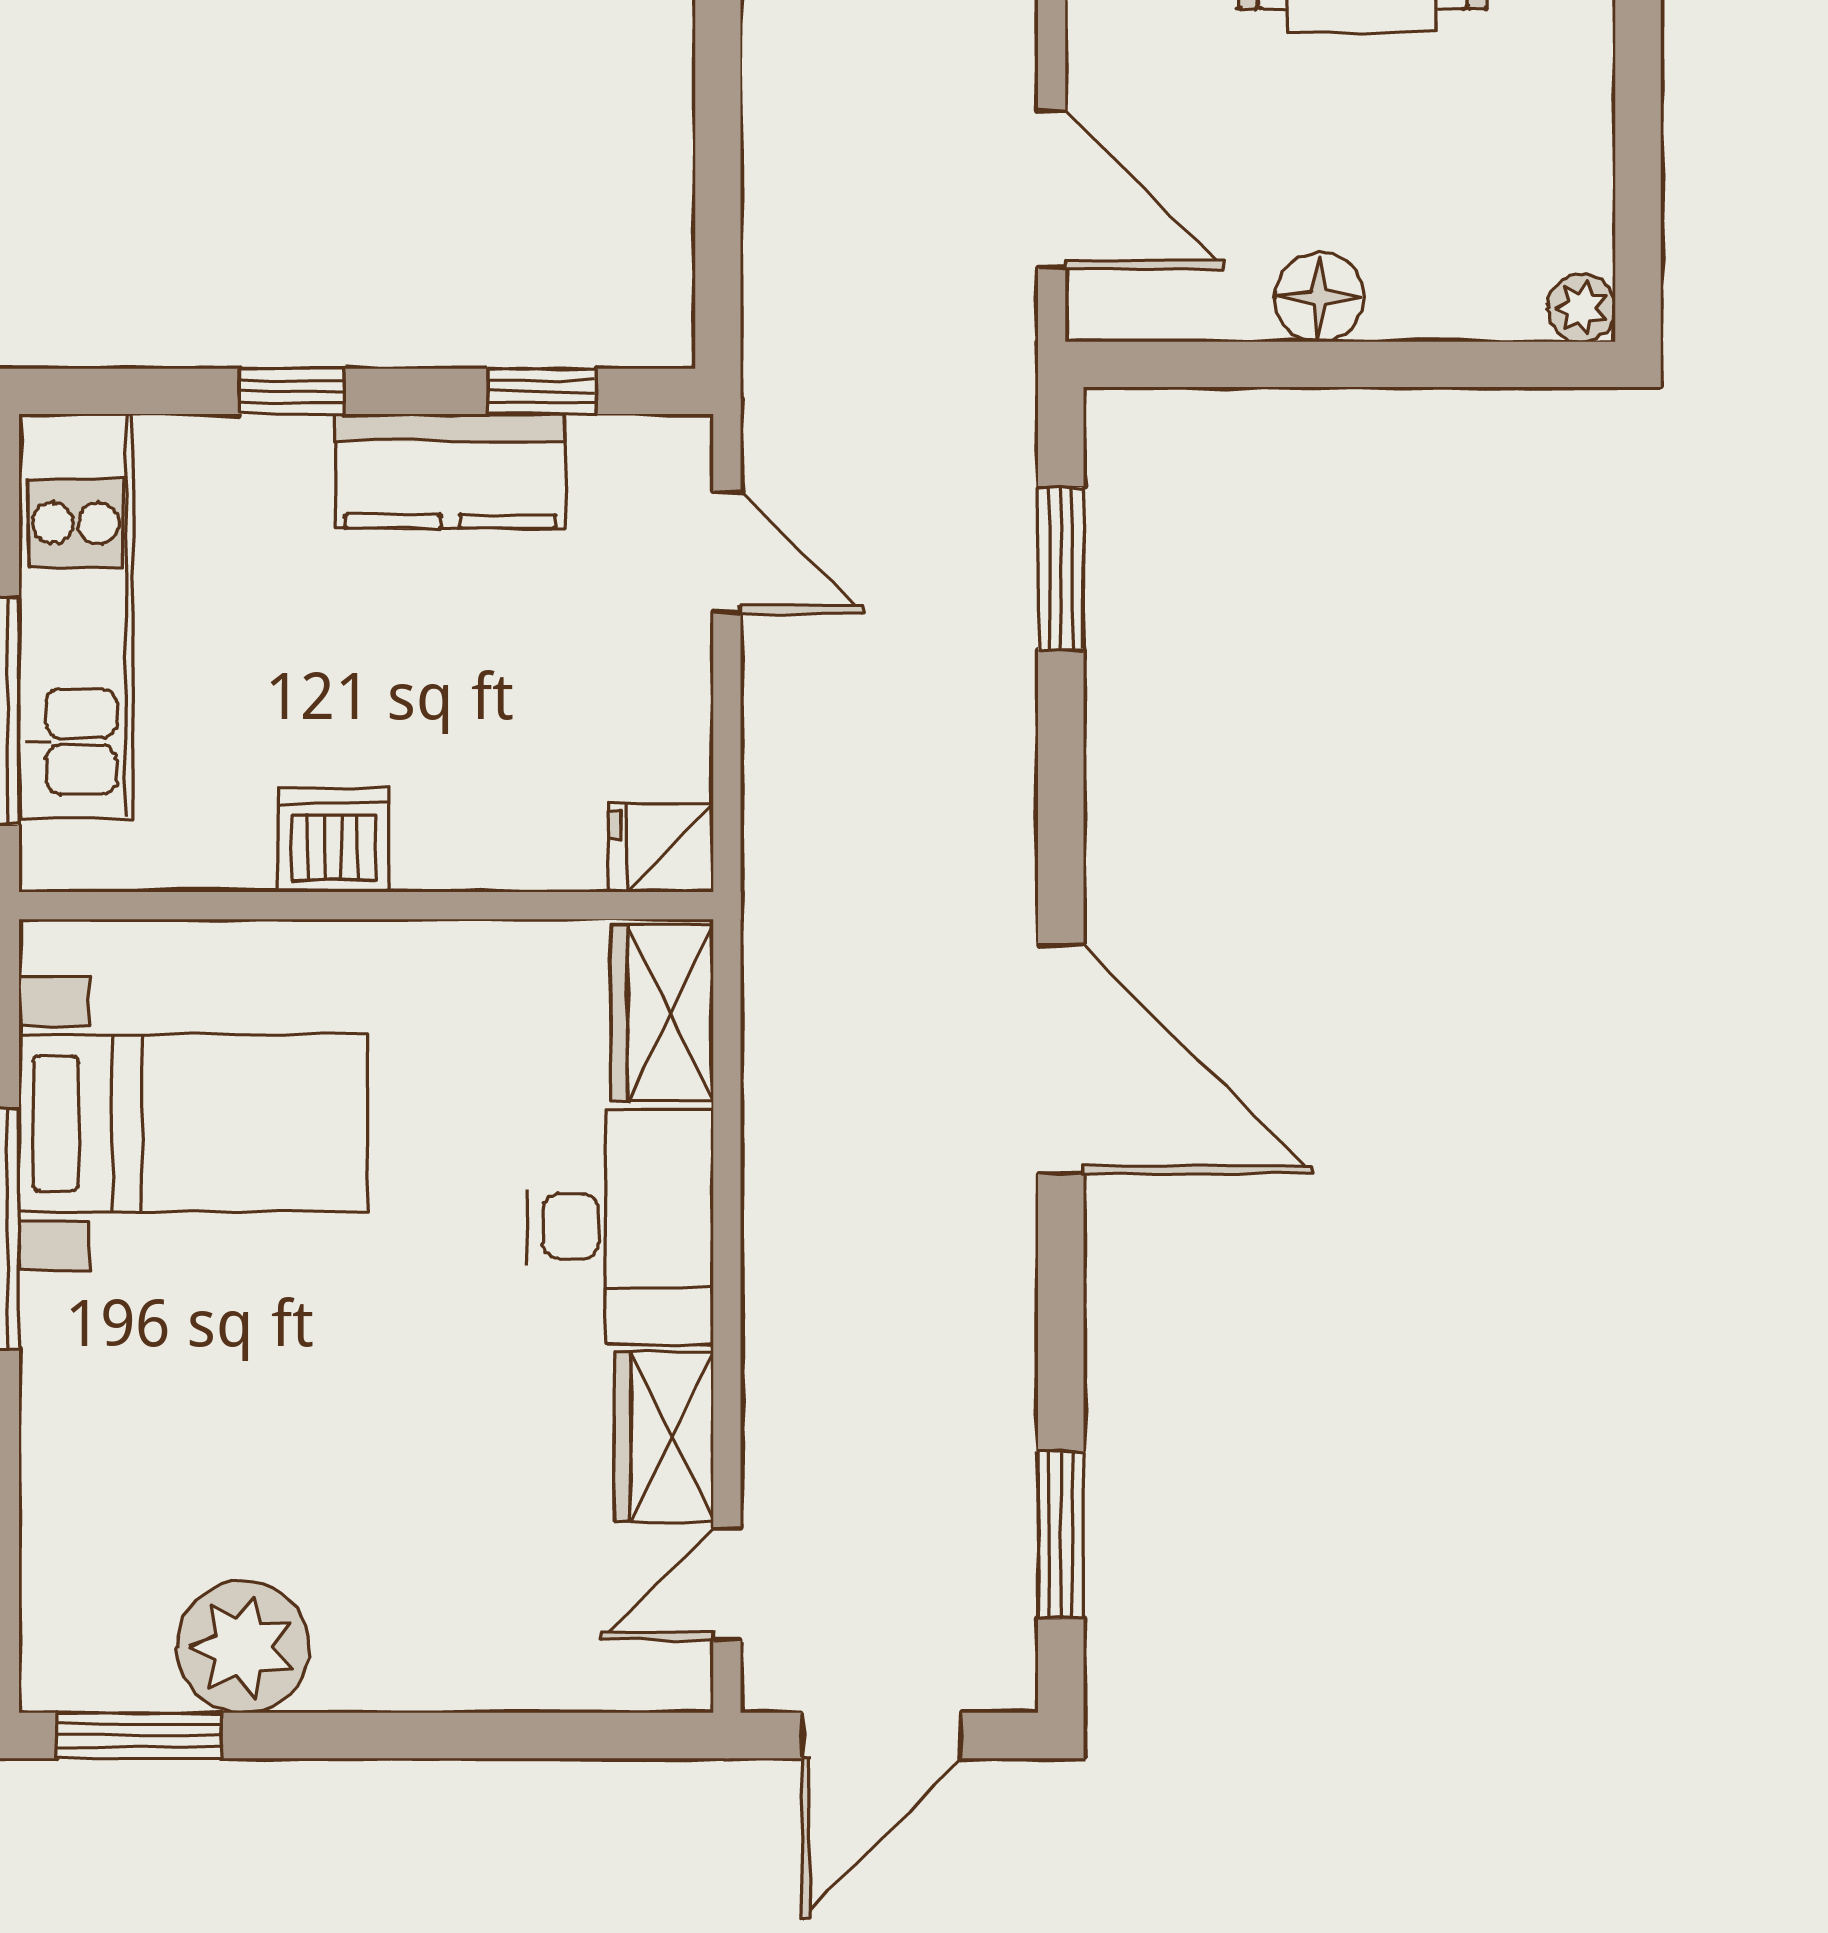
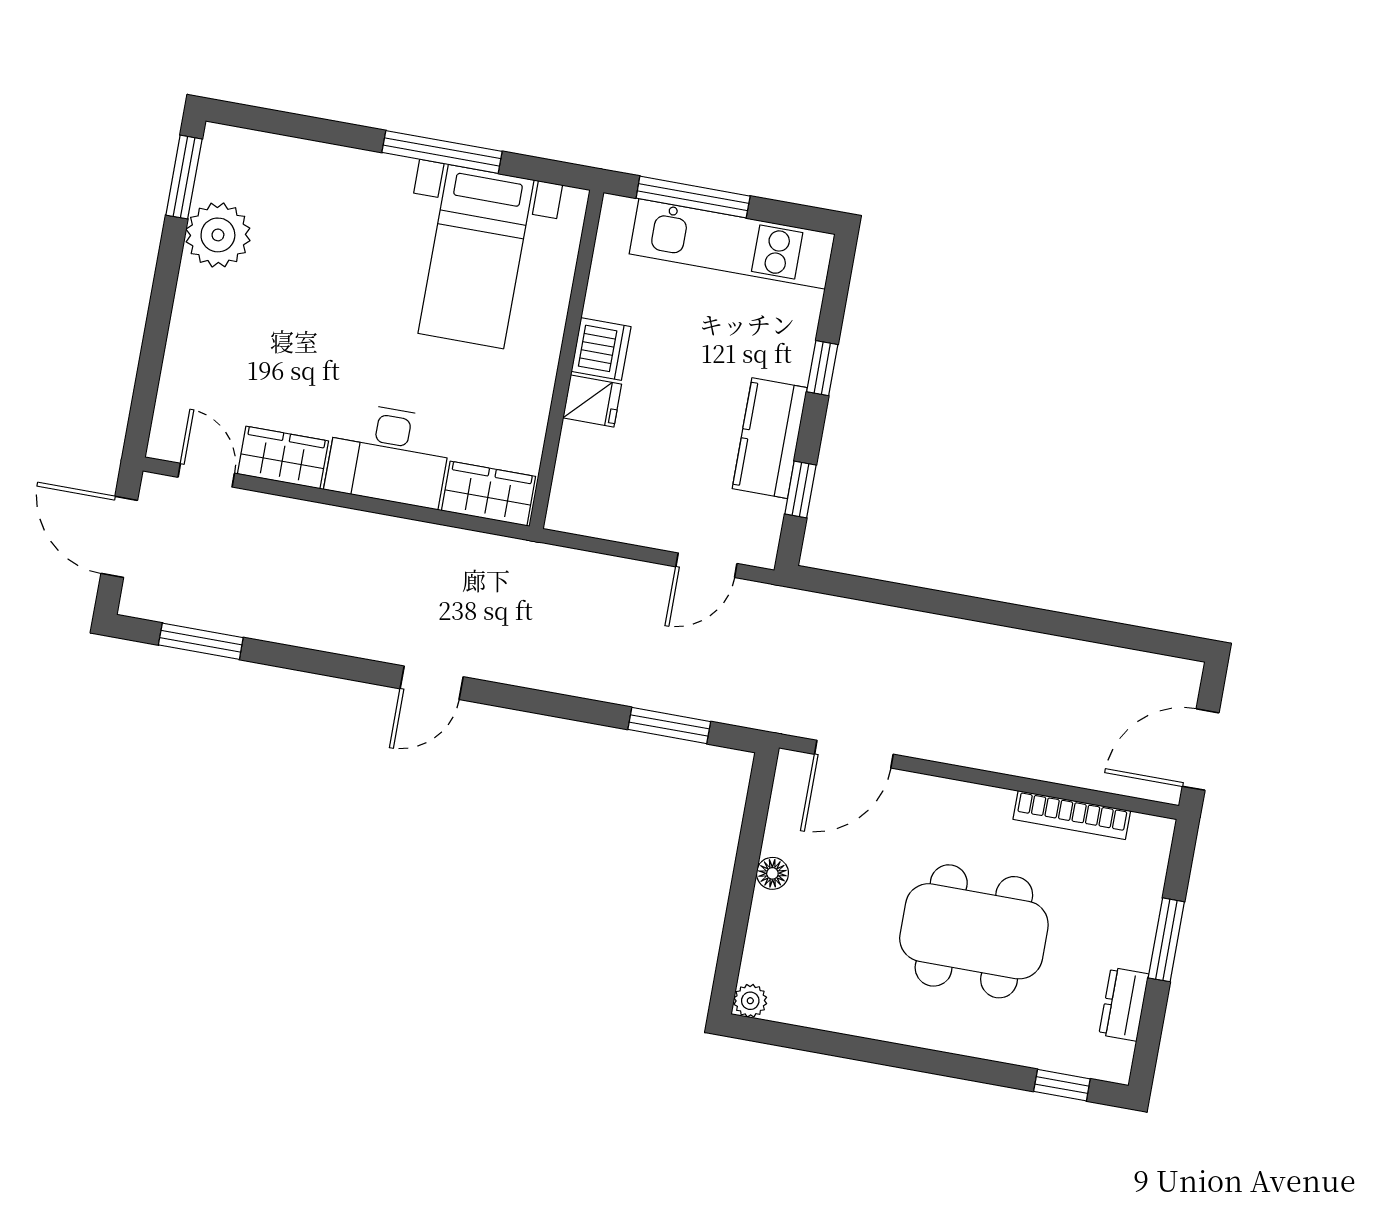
floor lamp: (1319, 297) -> (772, 873), width x0.73, depth x0.73
fridge: (661, 848) -> (592, 401), moved, turned 90
door: (1061, 1059) -> (432, 683), width x0.53

